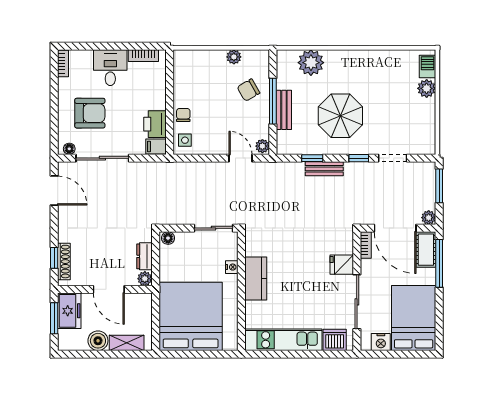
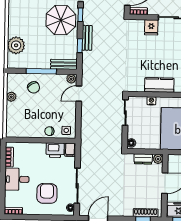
bench: (284, 110) -> (64, 64), moved
parasol: (340, 116) -> (61, 20), moved

